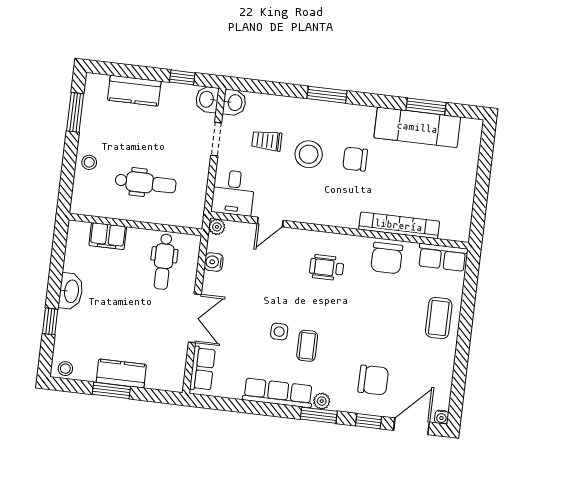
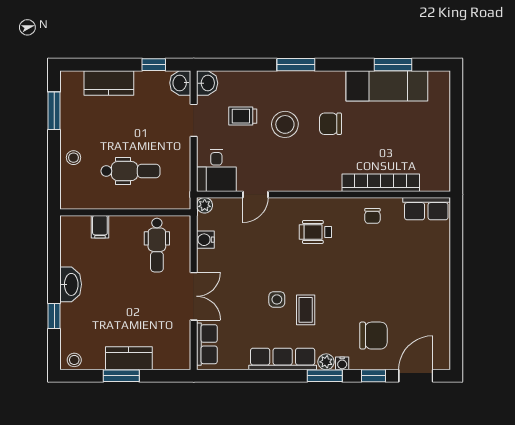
filing cabinet: (108, 236) -> (100, 227), width x0.50
chair: (387, 258) -> (372, 216), width x0.54, depth x0.54
coffee table: (439, 318) -> (430, 268), removed
water cooler: (442, 417) -> (342, 363), moved

